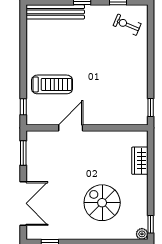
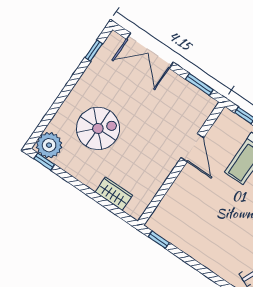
plant: (142, 234) -> (49, 145), width x1.88, depth x1.88

